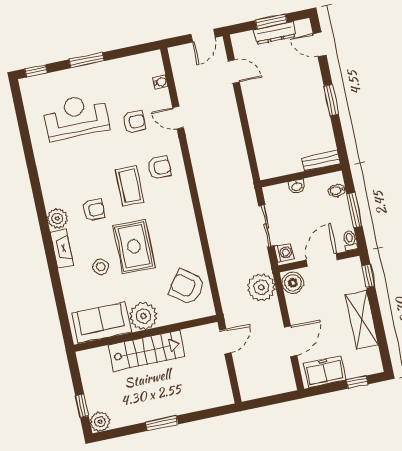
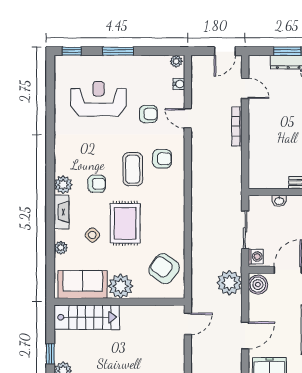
plant: (152, 58) -> (176, 61), added
bookcase: (234, 115) -> (237, 127), added
plant: (69, 288) -> (61, 248), added
stairs: (146, 351) -> (87, 317), moved

